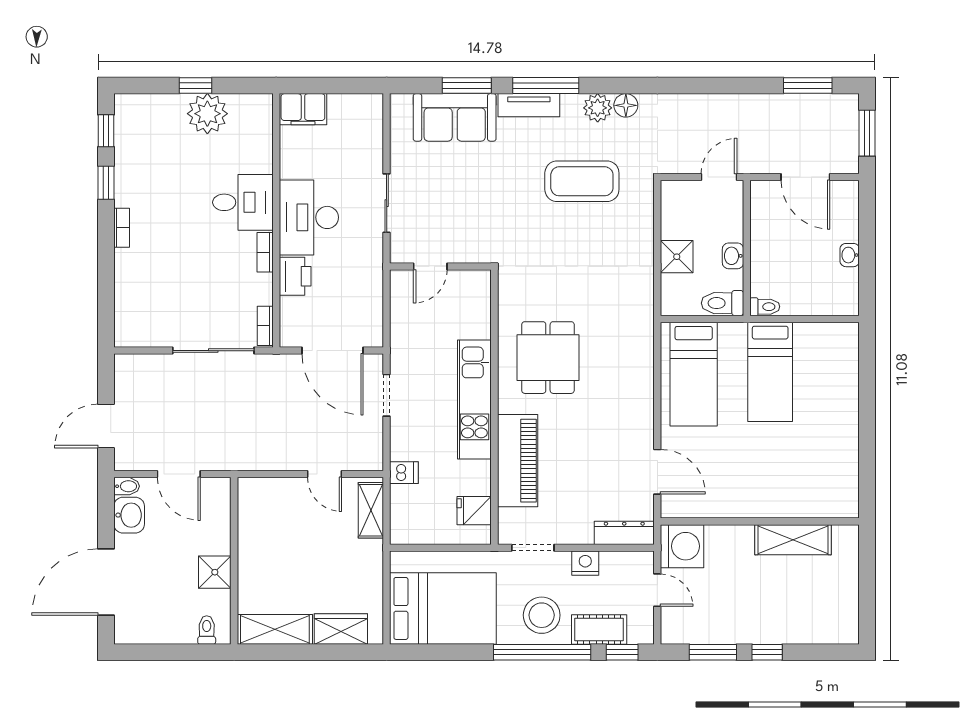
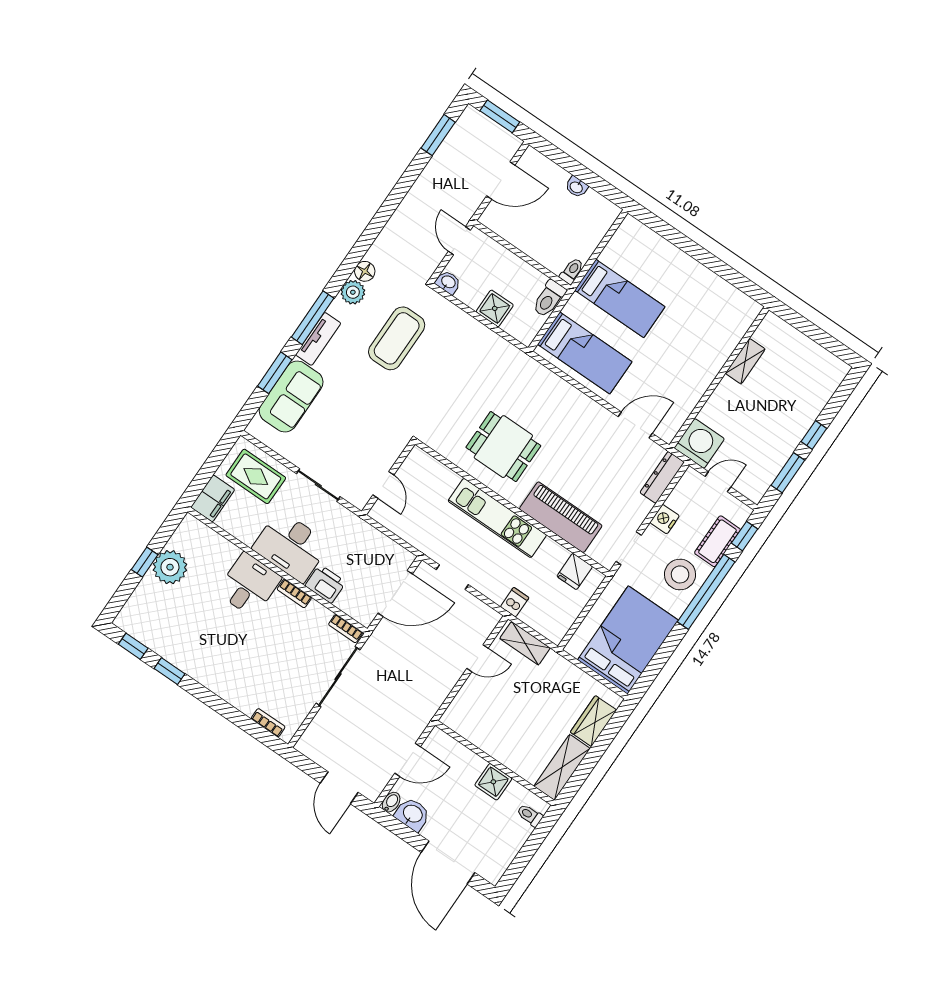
rug: (353, 137) -> (256, 476), added
bookcase: (122, 228) -> (268, 723), moved
washbasin: (733, 256) -> (448, 282), moved, turned 180
shelving: (793, 540) -> (745, 361), width x0.67, depth x0.75

